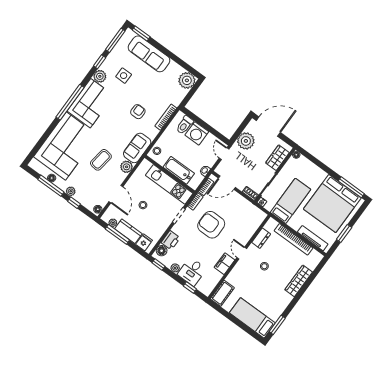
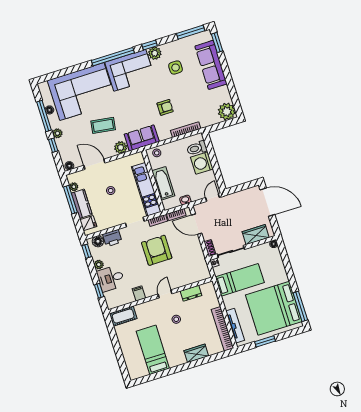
window: (100, 62) -> (150, 45), moved
plant: (246, 141) -> (239, 200), removed
door: (116, 194) -> (94, 164), swing flipped
bookcase: (294, 239) -> (223, 329), moved
filing cabinet: (224, 264) -> (139, 293), width x0.50
wardrobe: (299, 281) -> (196, 353), width x0.67
bed: (252, 318) -> (153, 350), moved
window: (277, 325) -> (150, 378), removed

